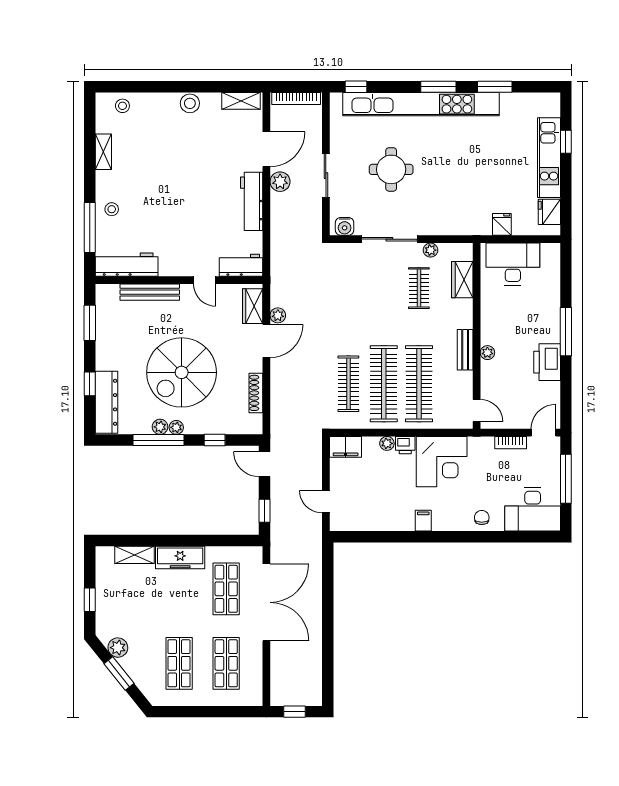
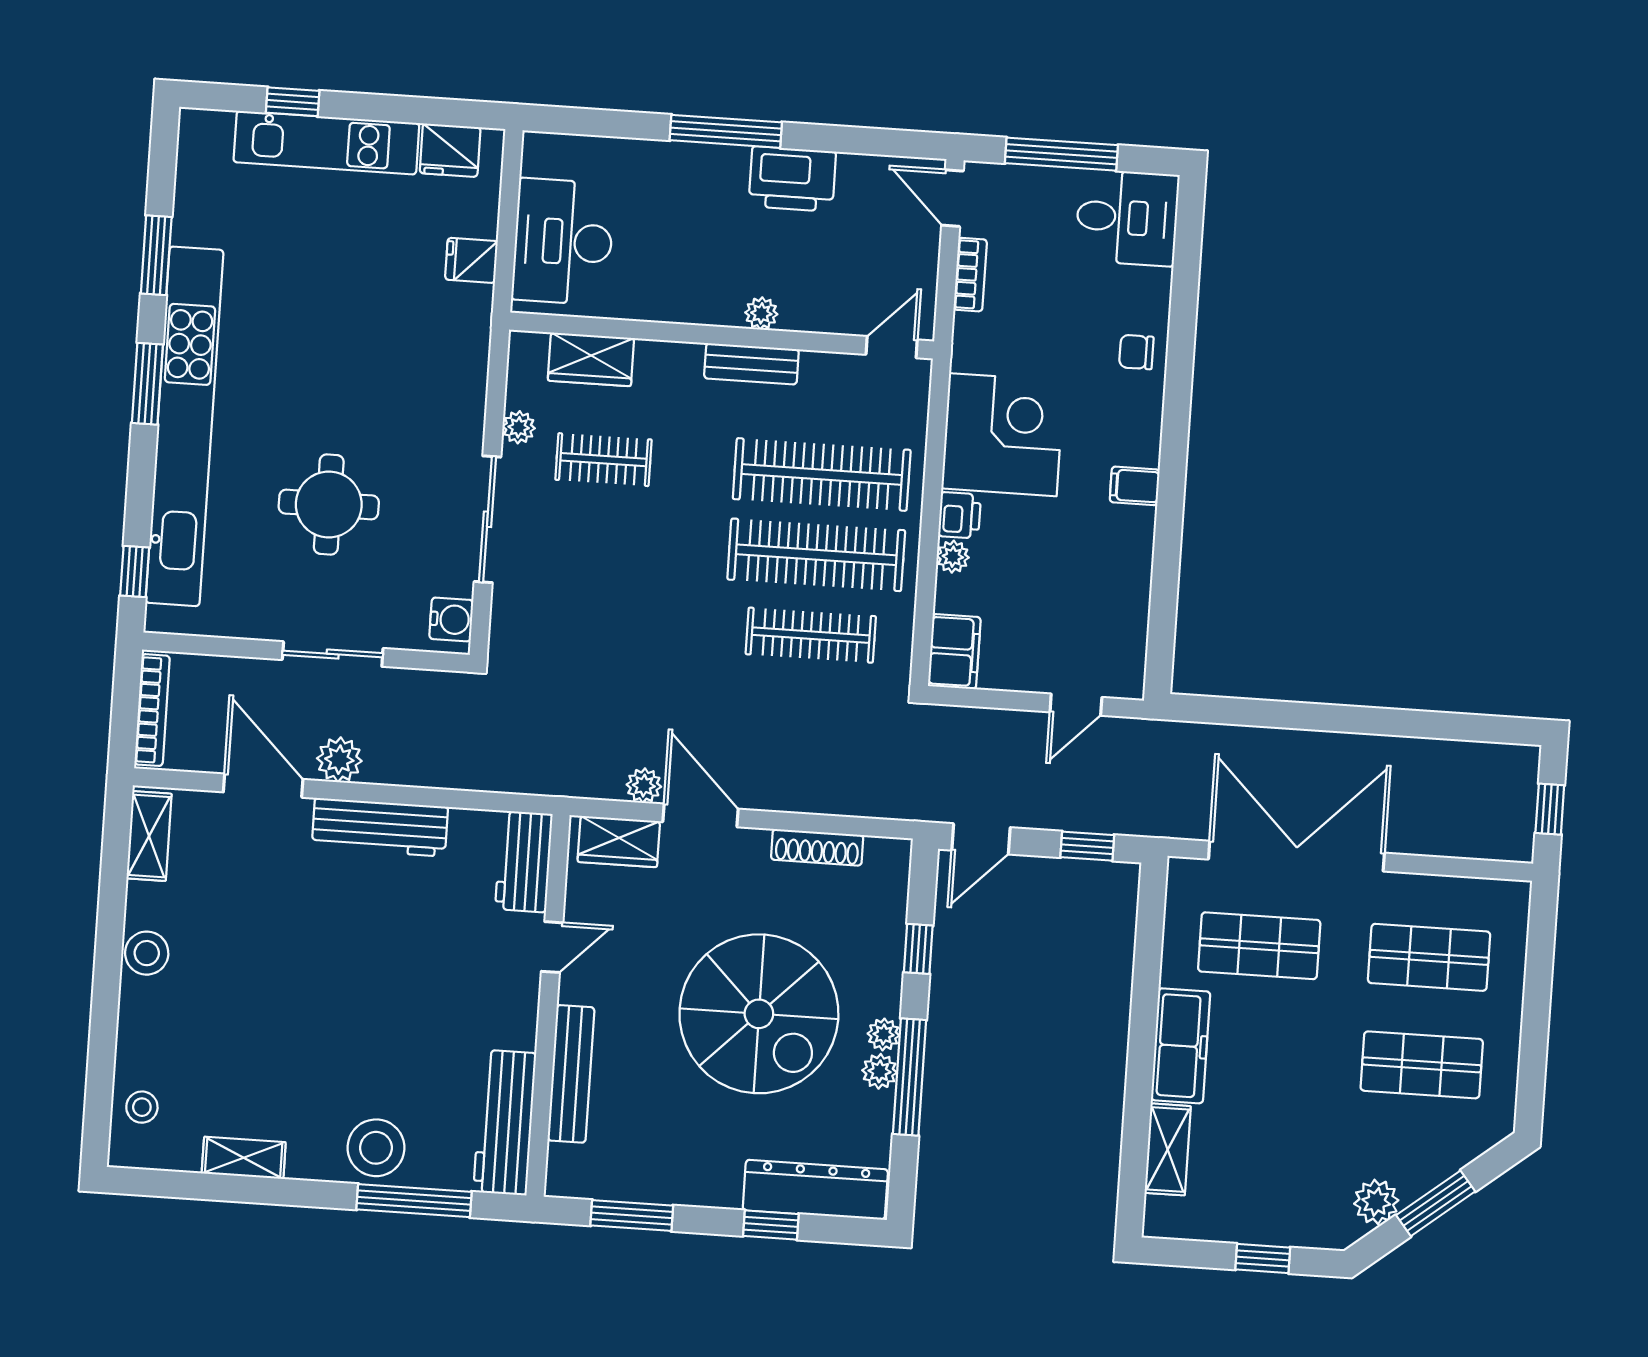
stool: (112, 209) -> (376, 1148), width x1.89, depth x1.89
desk: (533, 509) -> (1127, 218), width x0.73

